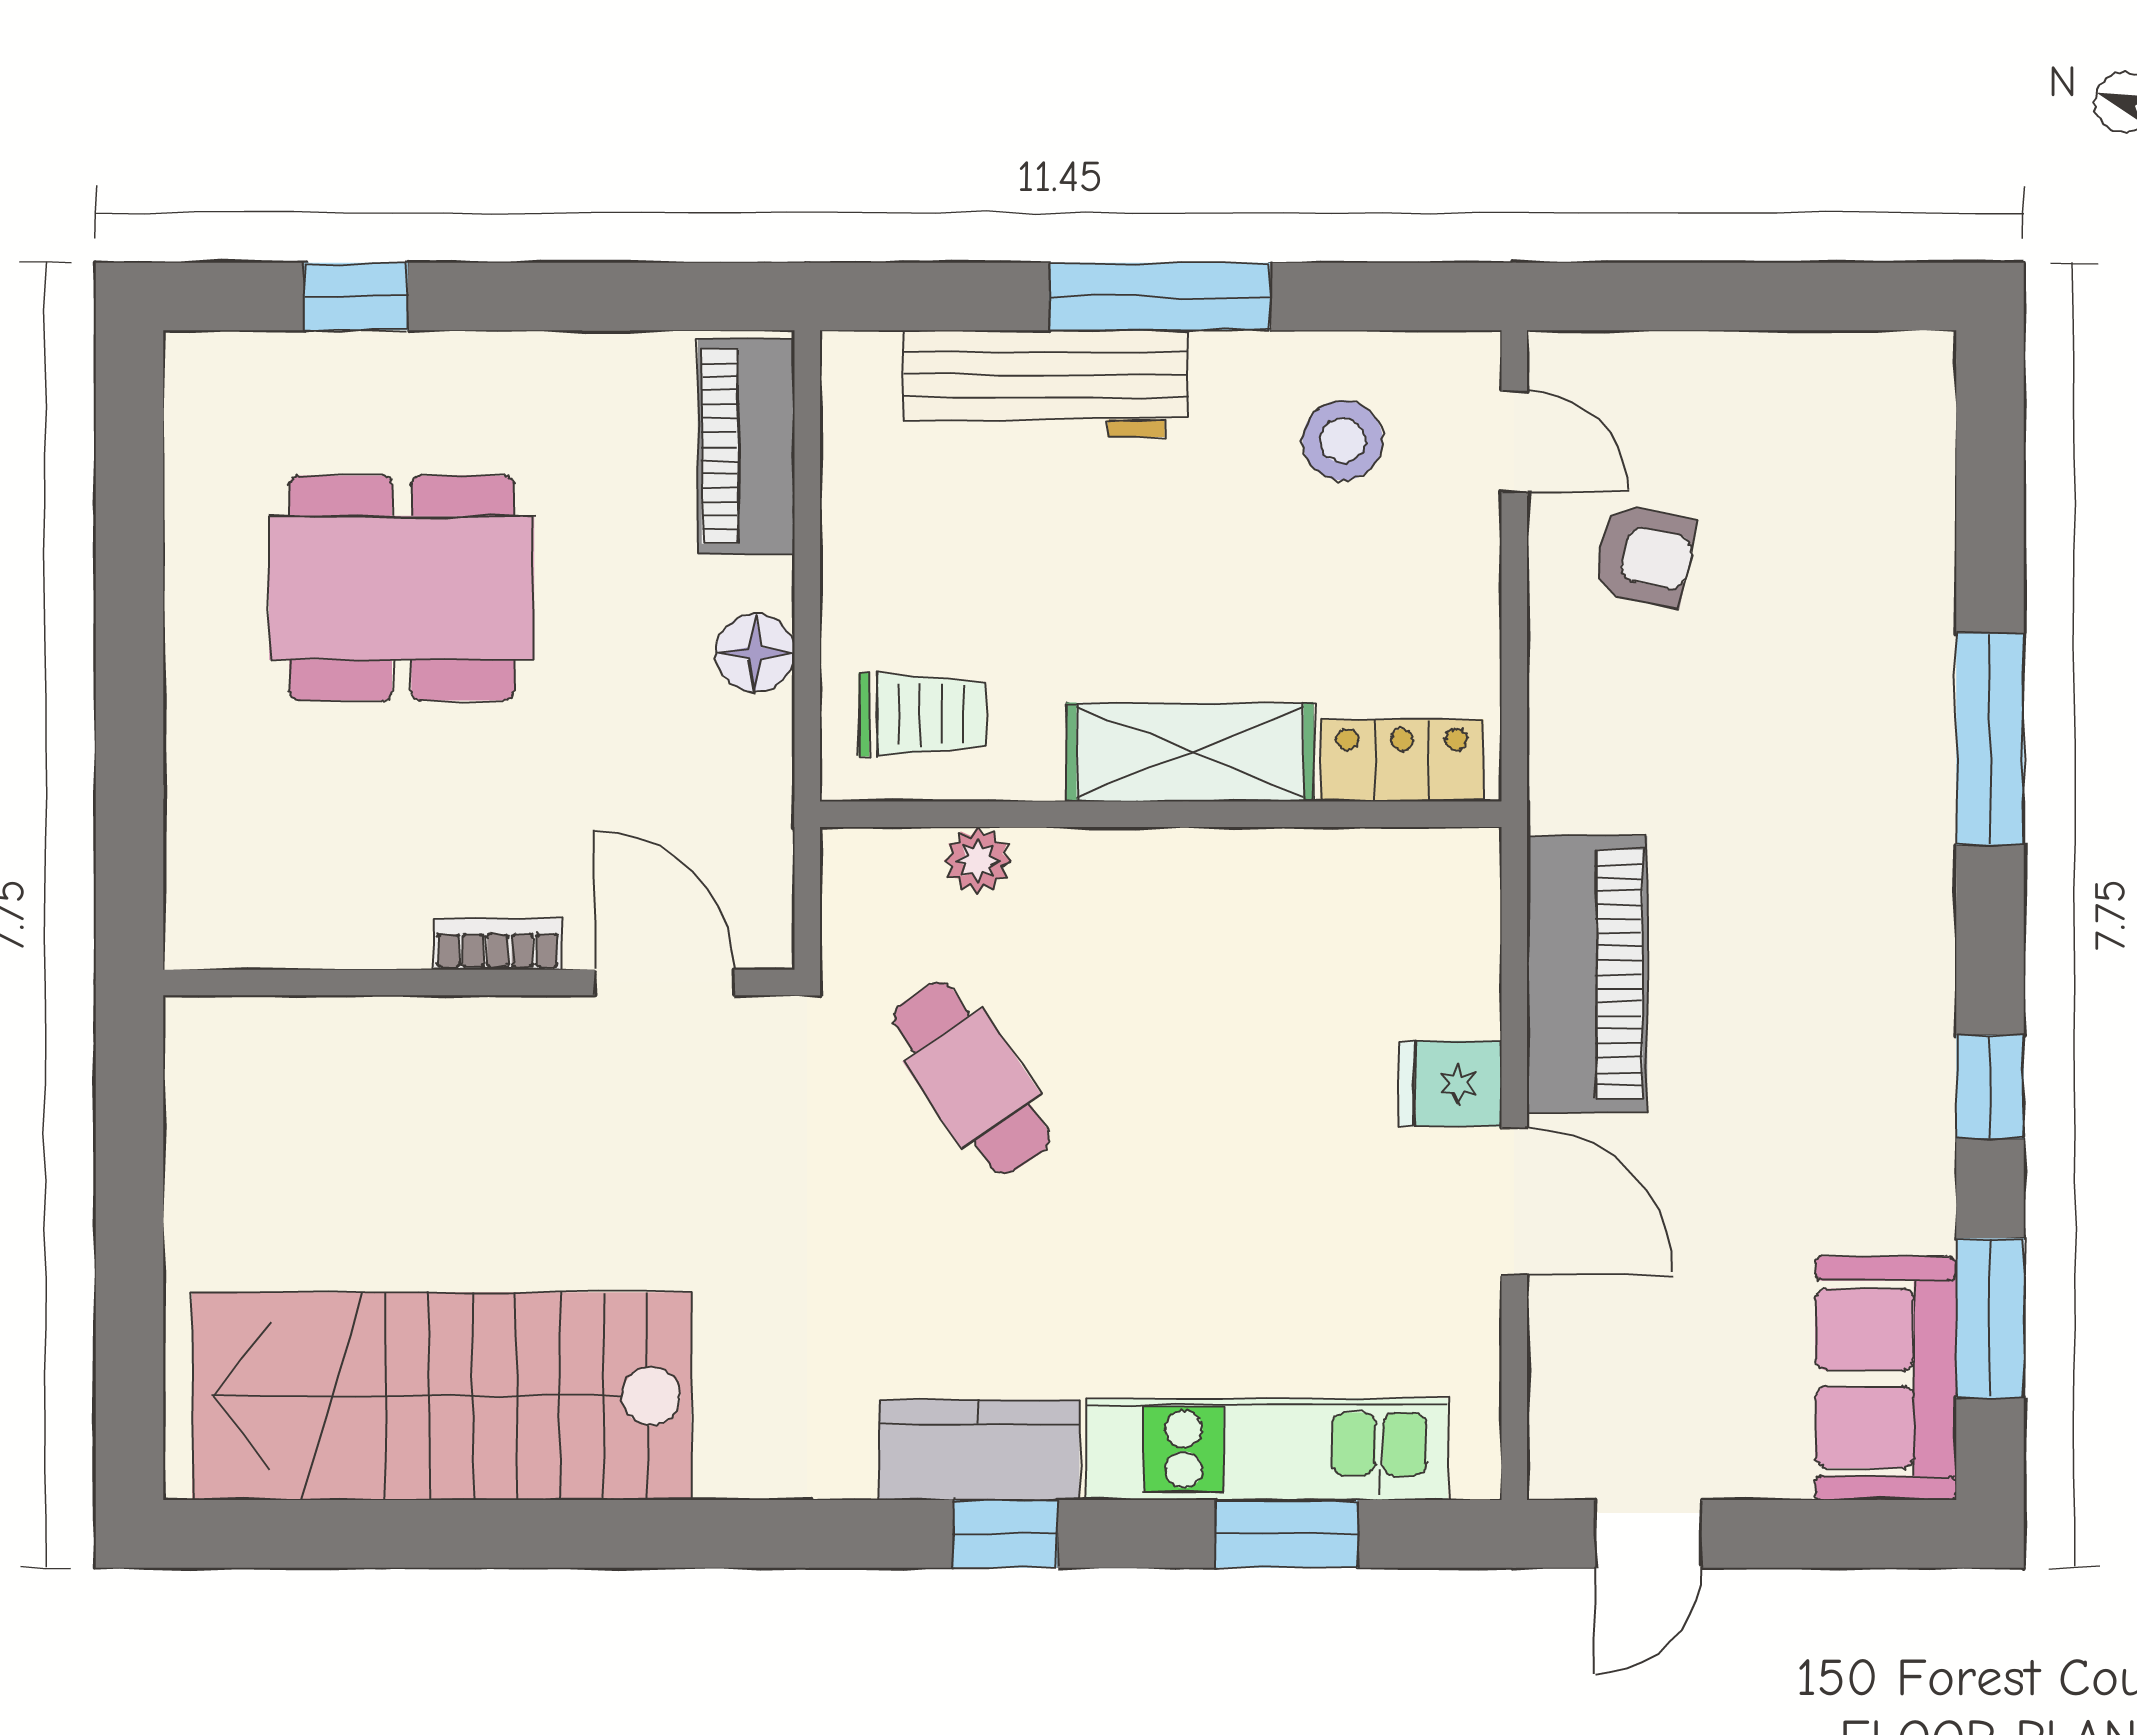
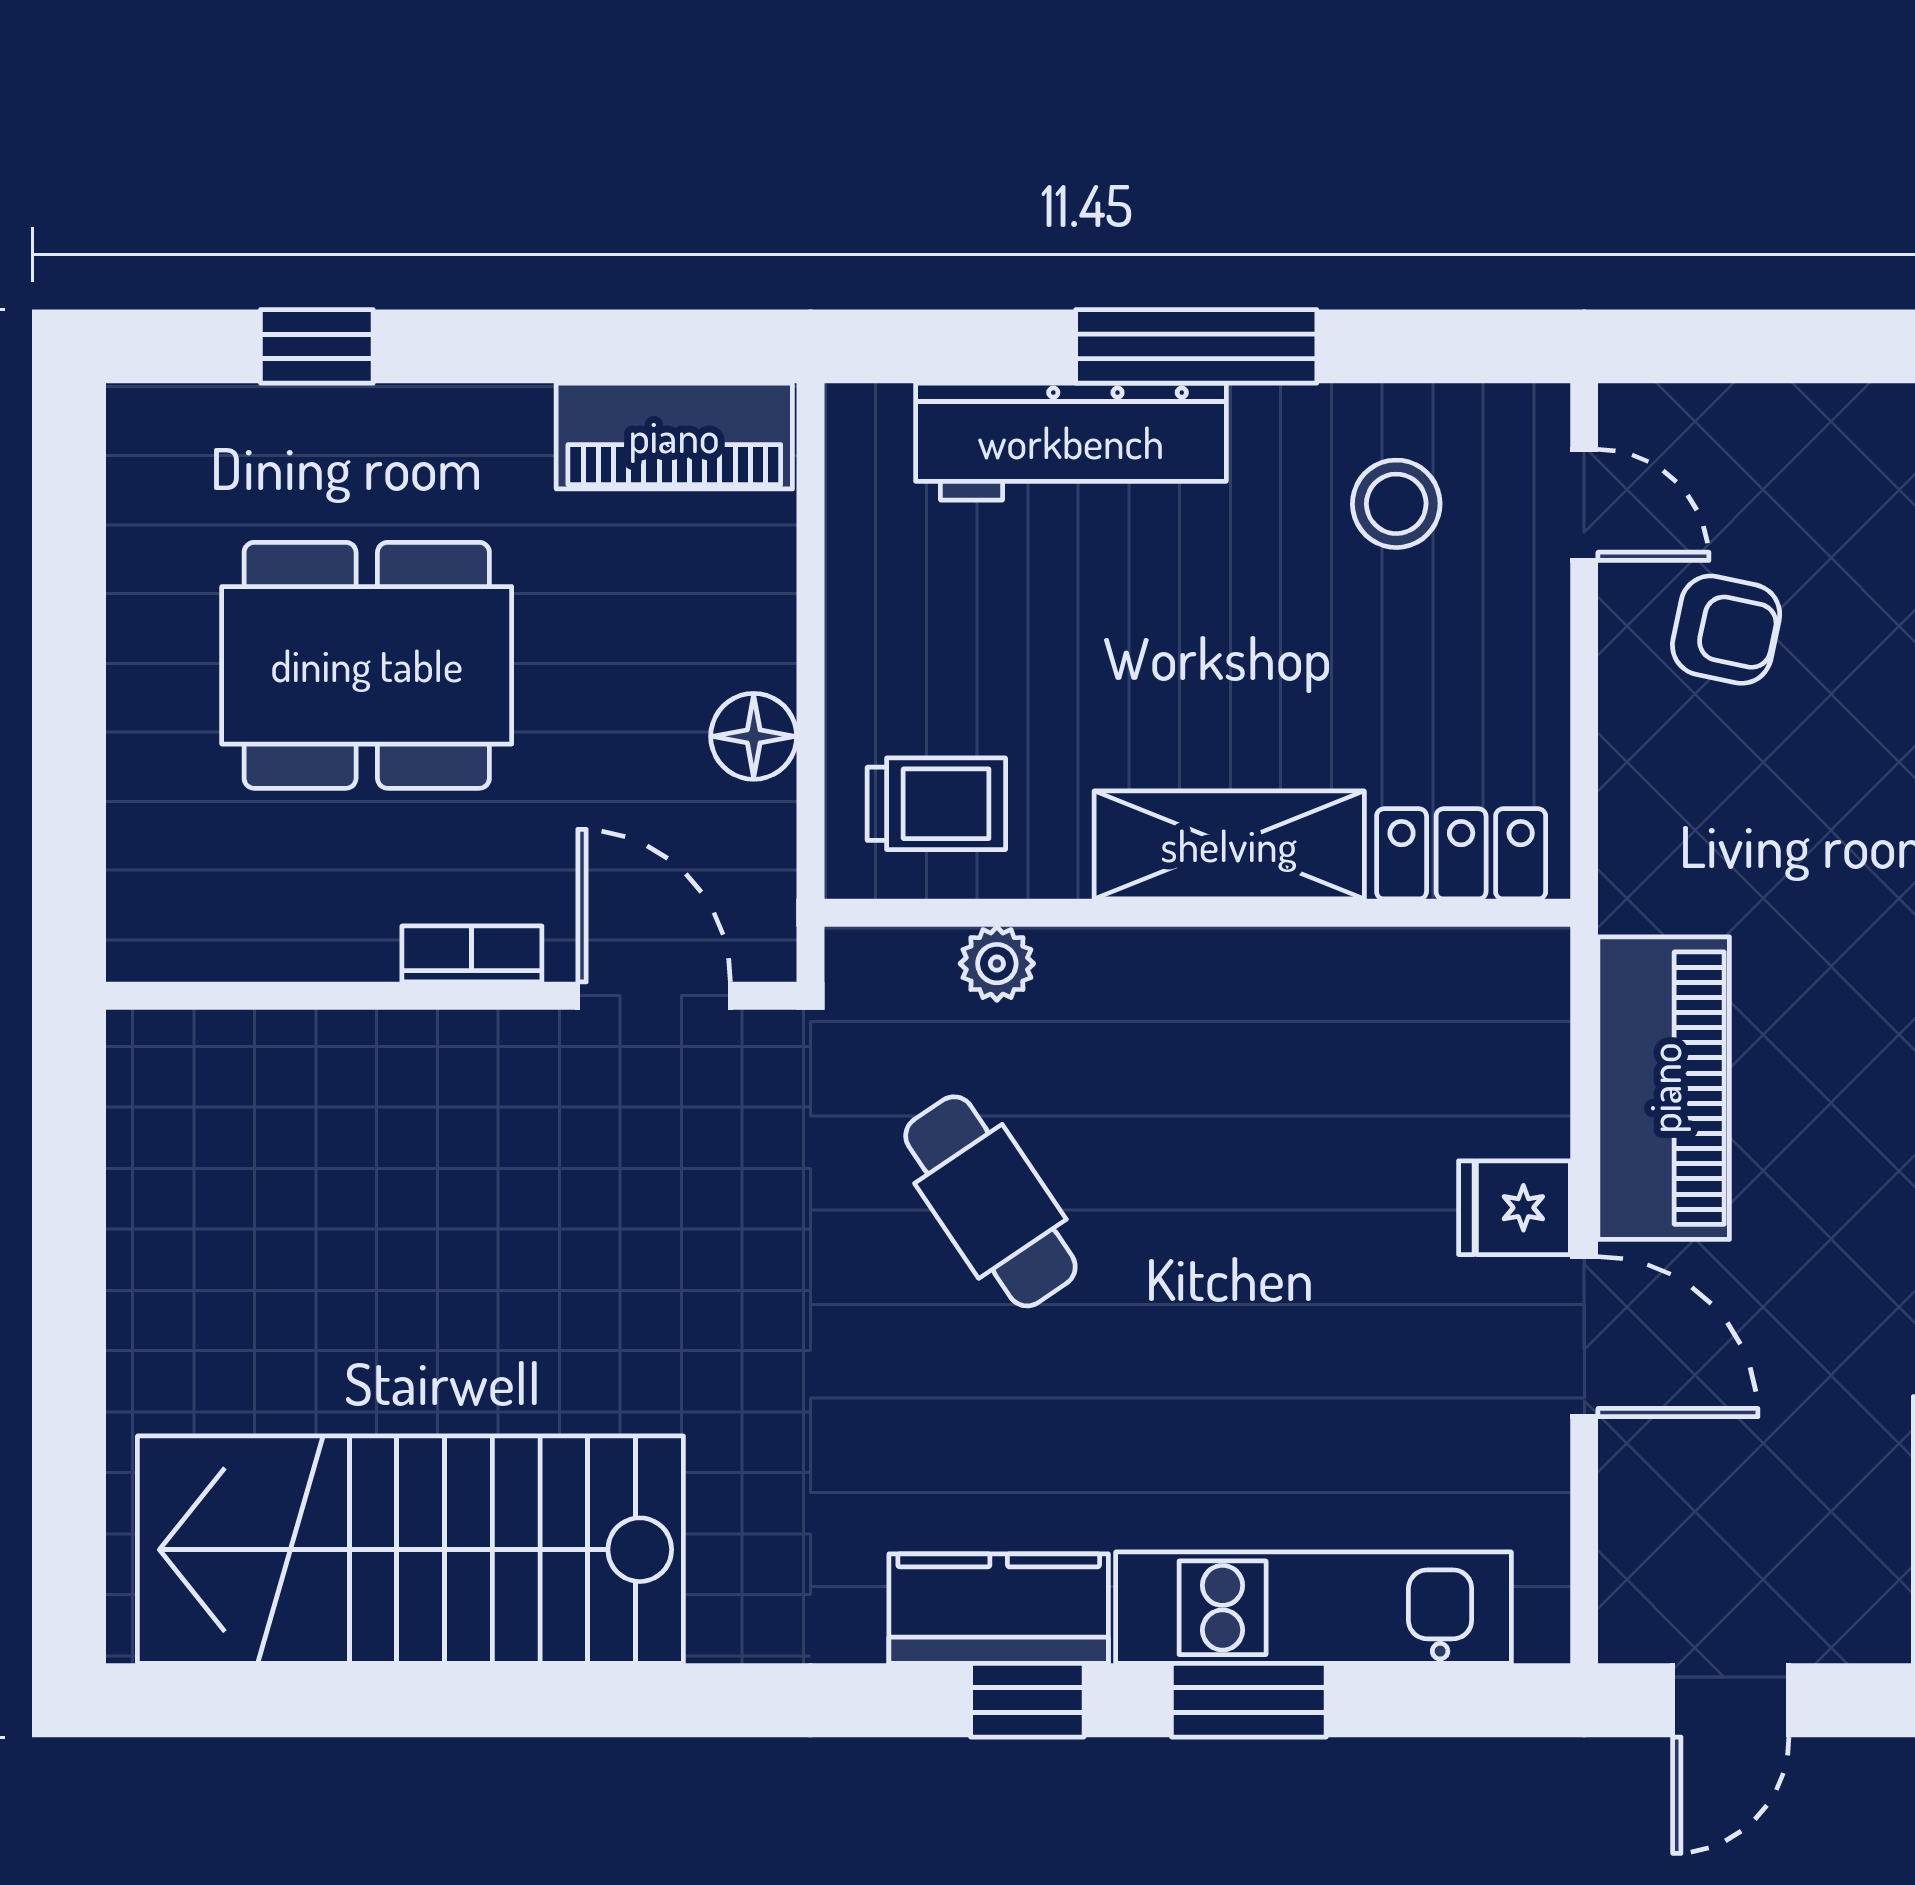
piano: (746, 446) -> (674, 436), moved, turned -90
bookcase: (498, 944) -> (472, 954), moved
wall: (479, 983) -> (451, 996), moved
door: (664, 983) -> (654, 996), moved
window: (1287, 1534) -> (1249, 1700), moved

